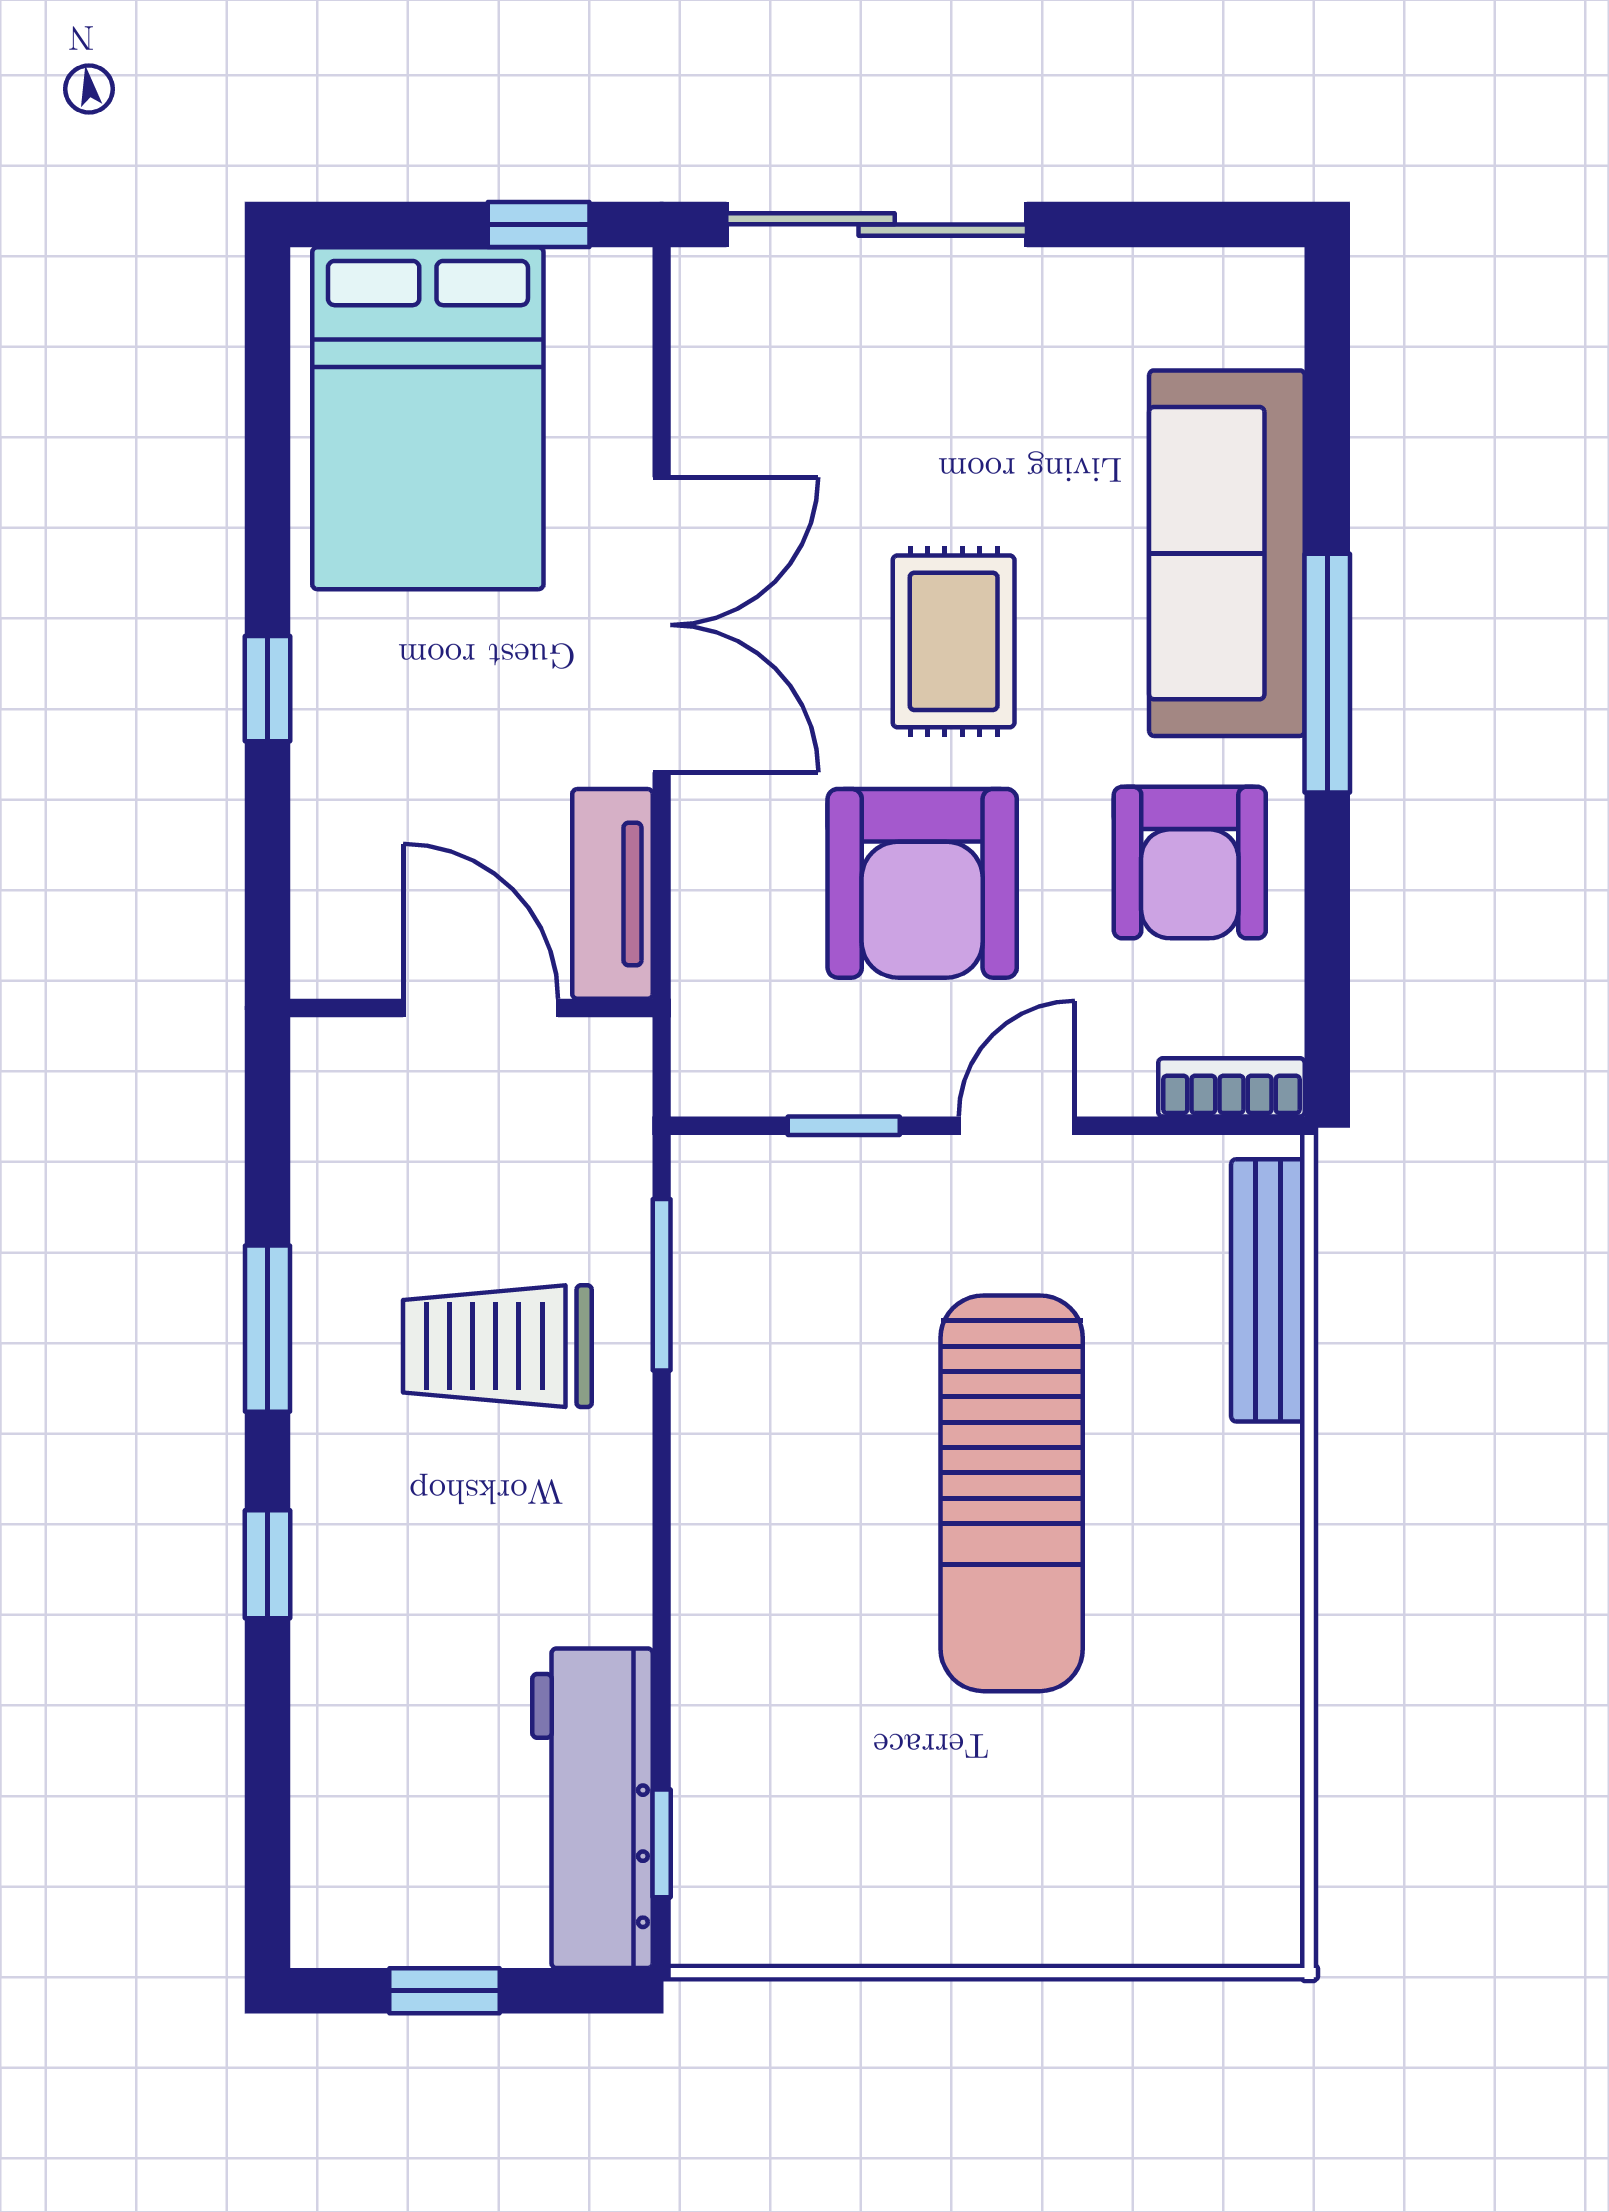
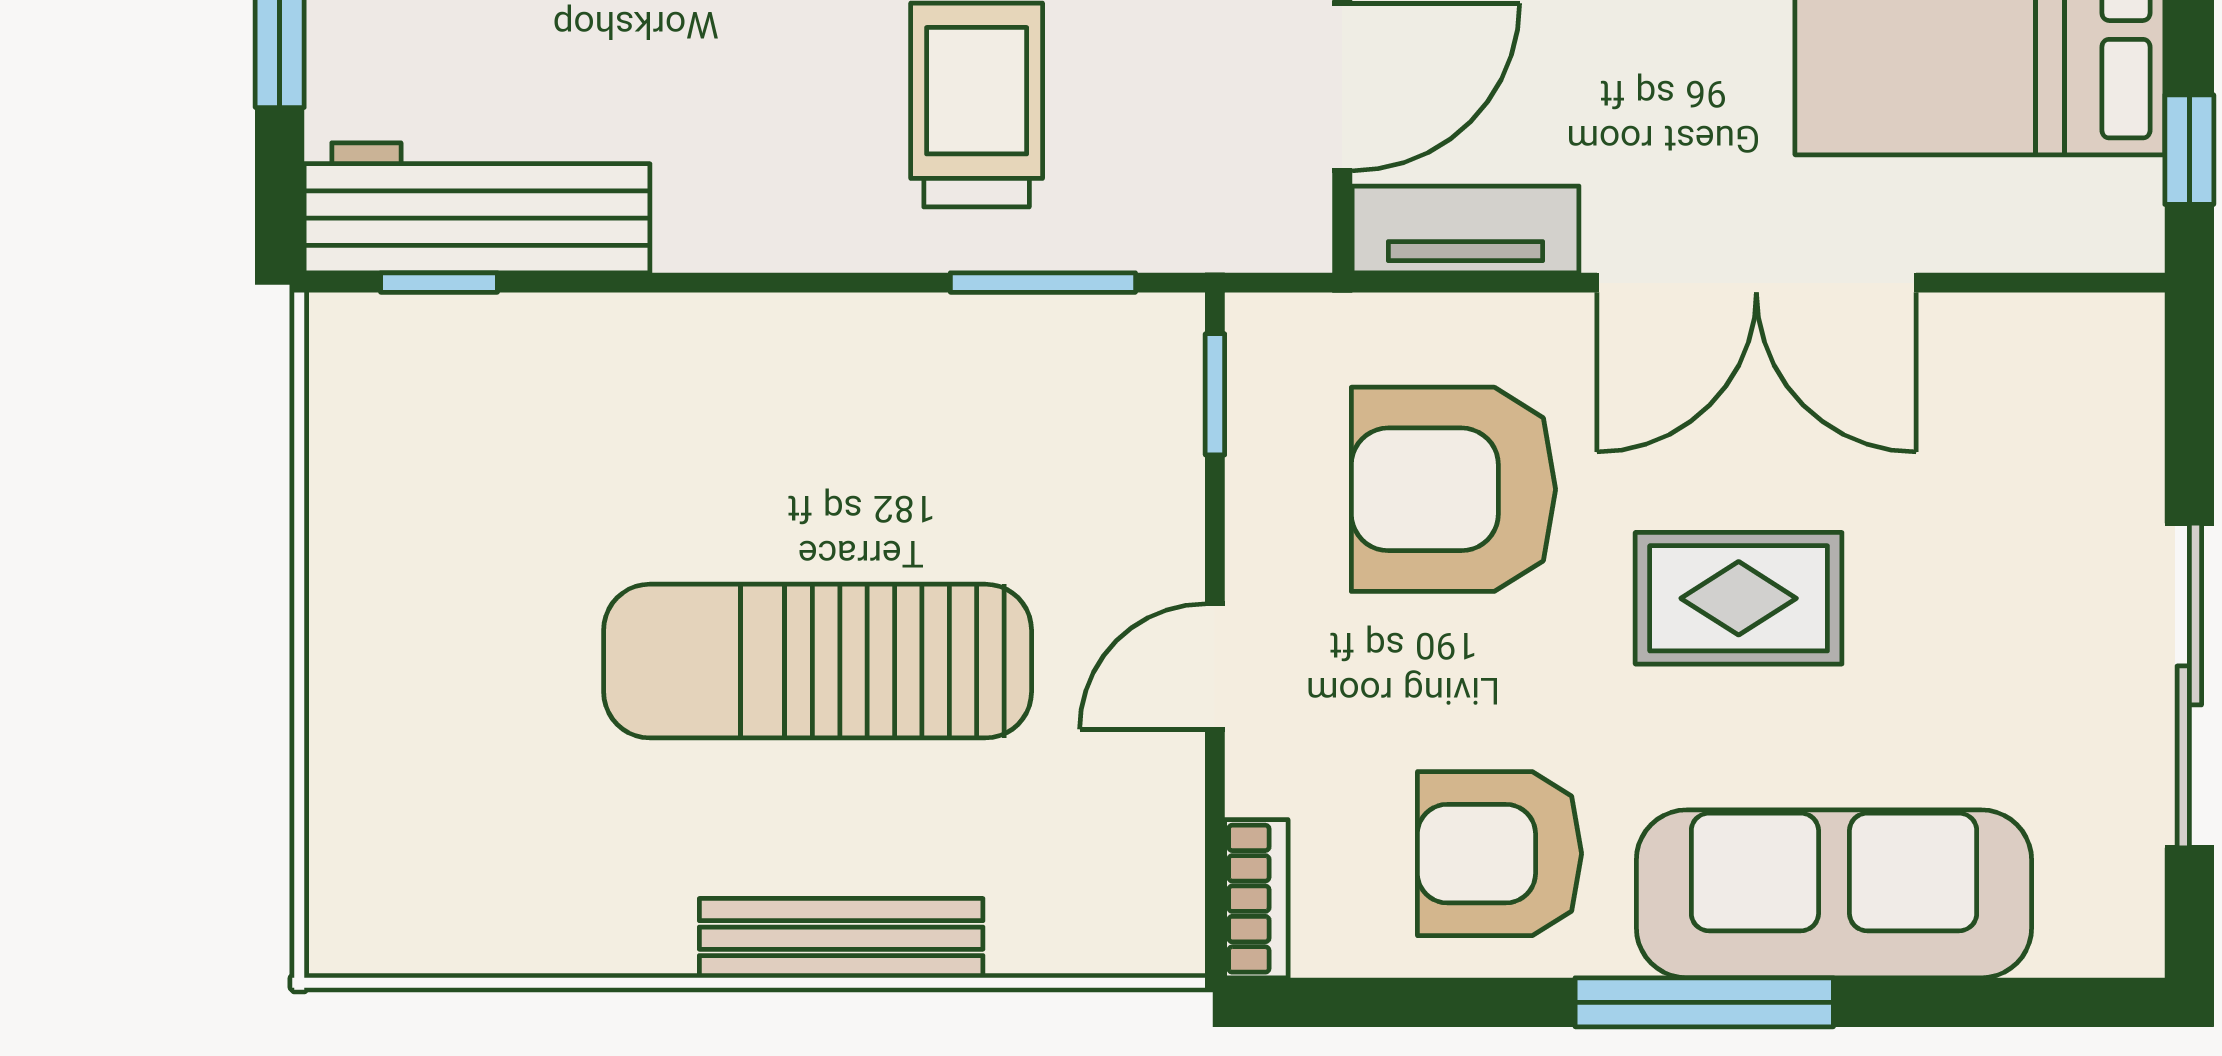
sliding door: (877, 224) -> (2189, 685), moved
armchair: (922, 883) -> (1453, 489), moved
window: (844, 1126) -> (1215, 394), moved
door: (1017, 1126) -> (1215, 667), swing flipped
bench: (1268, 1290) -> (841, 938), moved

